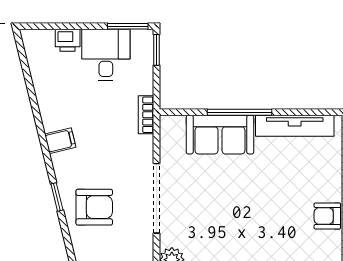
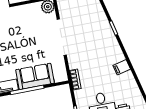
filing cabinet: (60, 141) -> (122, 67), moved
armchair: (94, 207) -> (93, 26), removed

